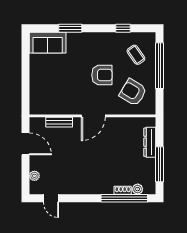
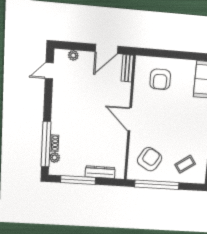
window: (160, 66) -> (157, 185), moved
armchair: (102, 75) -> (160, 79), moved
bench: (59, 122) -> (127, 68), moved

